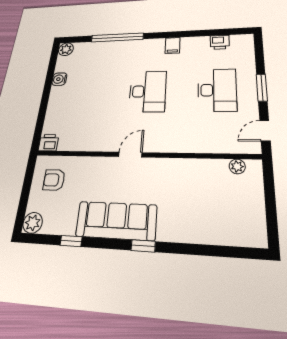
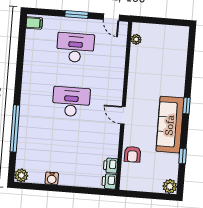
printer: (220, 42) -> (111, 166), moved, turned 180
filing cabinet: (173, 46) -> (34, 23), moved
armchair: (54, 180) -> (133, 154), moved

